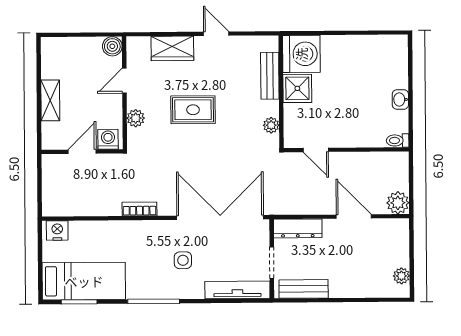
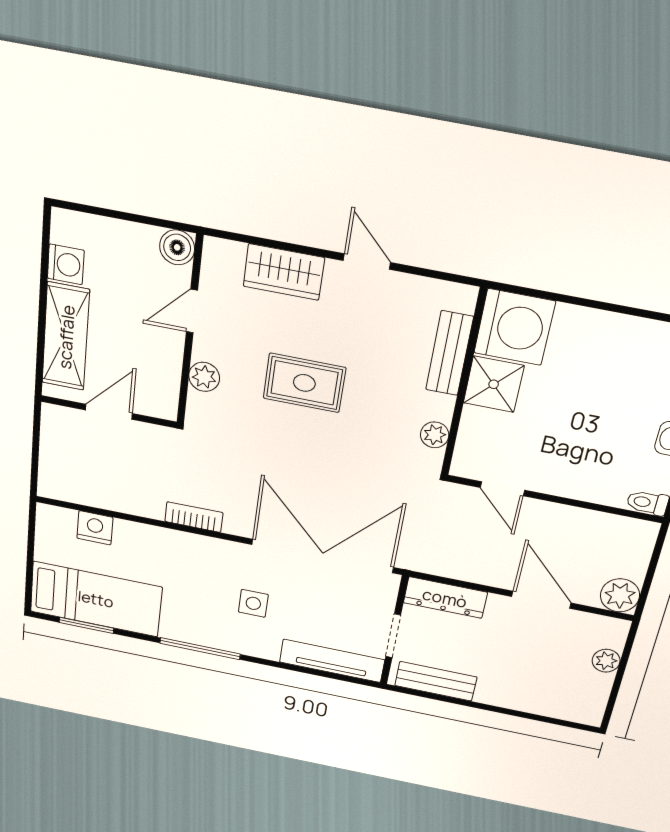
shelving: (50, 100) -> (66, 337), width x1.50, depth x1.33
washing machine: (108, 139) -> (66, 264), moved, turned 90
nightstand: (57, 230) -> (95, 528), moved
plant: (401, 276) -> (606, 661), moved

